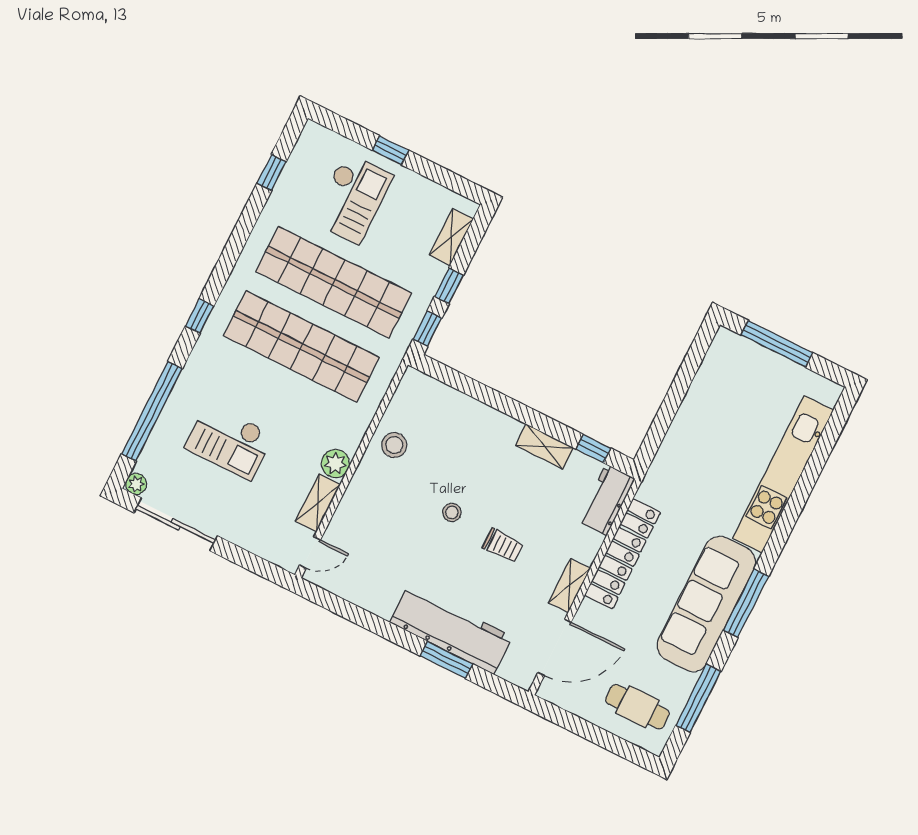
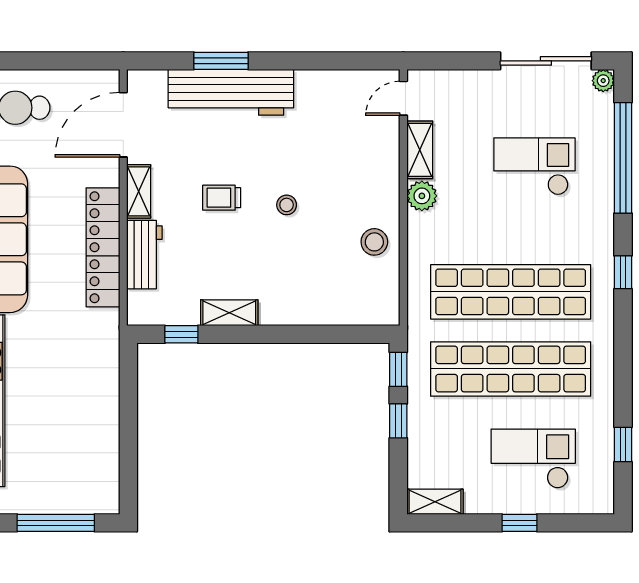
checkout: (352, 198) -> (533, 459), turned 90
shelving: (451, 237) -> (435, 502), moved, turned 90
workbench: (606, 500) -> (144, 255), moved

